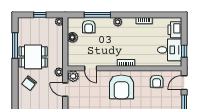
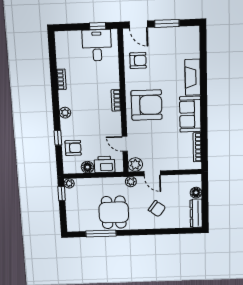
window: (40, 15) -> (62, 193), moved
window: (97, 15) -> (58, 138), width x0.46
printer: (175, 30) -> (105, 164), moved, turned 180
door: (91, 68) -> (125, 144), swing flipped
chair: (29, 83) -> (157, 209), moved
door: (65, 90) -> (152, 173), hinge flipped

